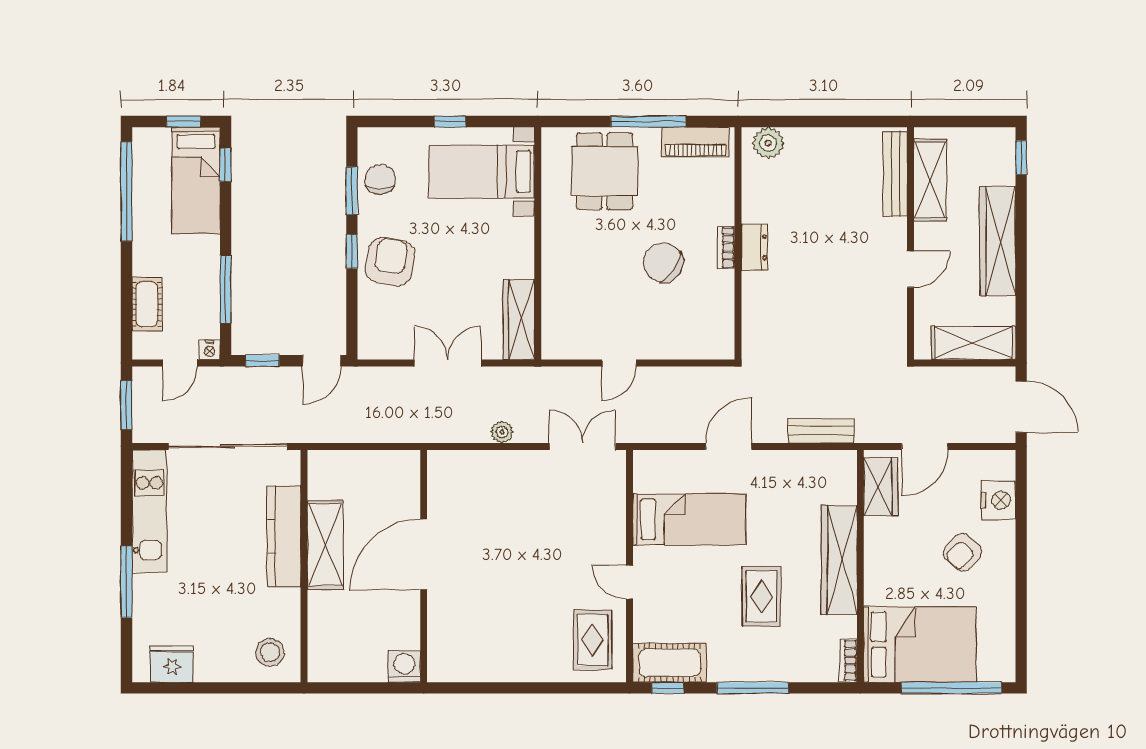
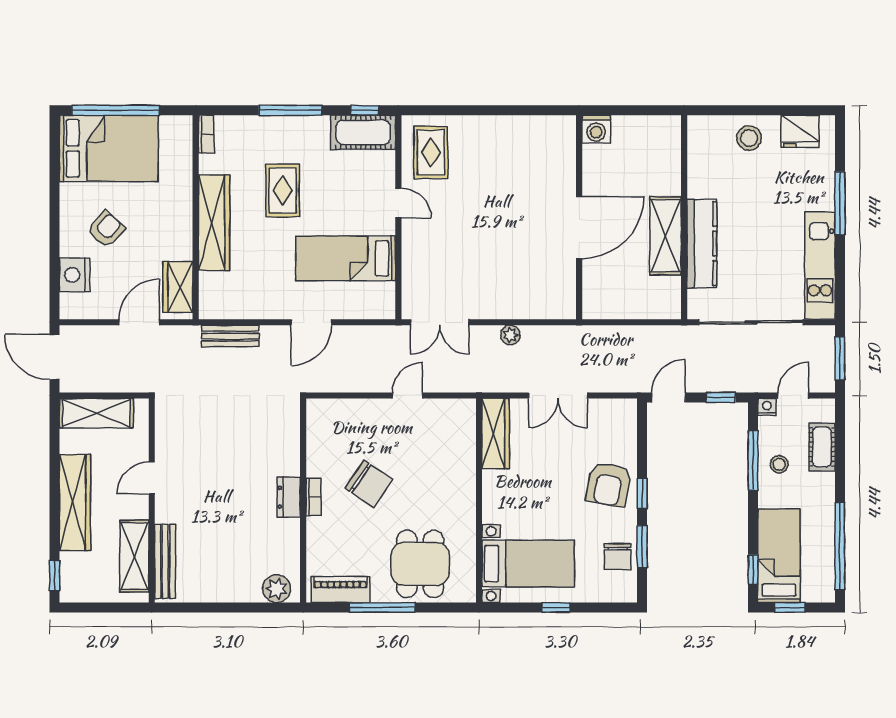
stool: (196, 285) -> (779, 464), added
bed: (920, 644) -> (109, 148), moved, turned 180
stool: (270, 652) -> (749, 138), moved

